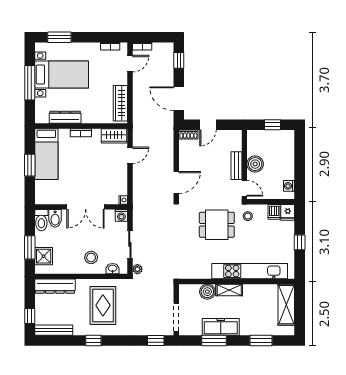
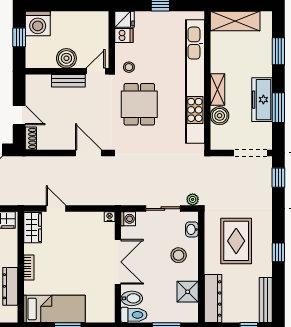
washing machine: (289, 186) -> (38, 23), moved, width x1.89, depth x1.89
shower: (44, 256) -> (188, 292), moved
kitchen unit: (250, 271) -> (195, 81), width x1.36
rug: (103, 305) -> (236, 241), turned 90

